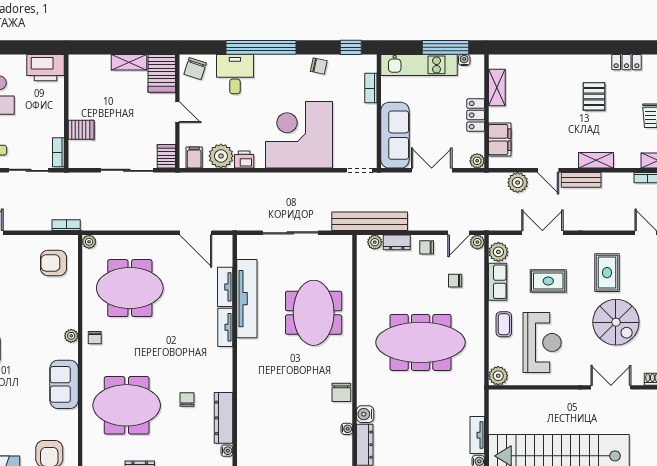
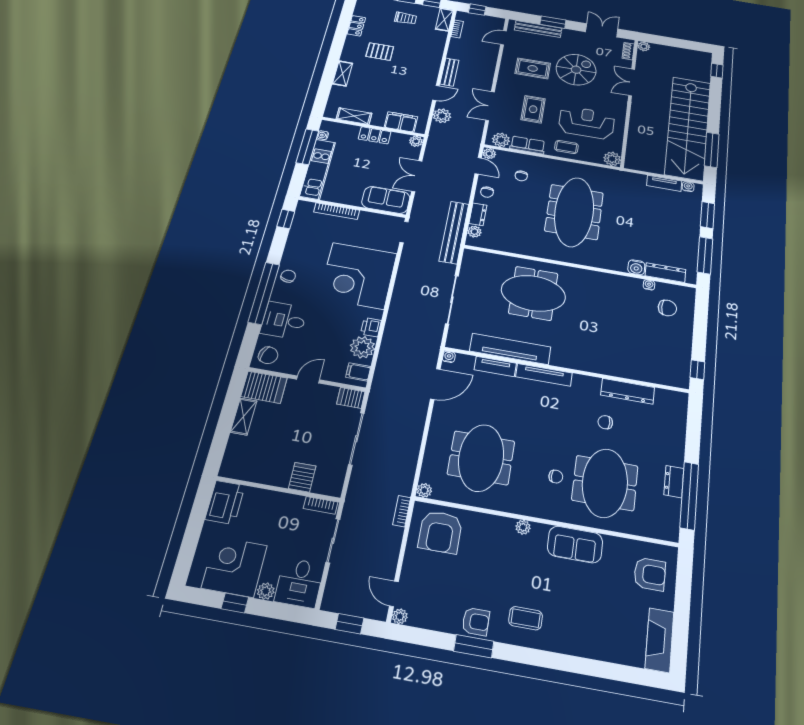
chair: (319, 66) -> (288, 276), moved
bookcase: (371, 88) -> (337, 211), width x1.56
sofa: (395, 135) -> (386, 200), width x0.73
shelving: (596, 160) -> (343, 74), moved
armchair: (54, 263) -> (440, 532), width x1.36, depth x1.36
tv unit: (225, 327) -> (544, 375), width x1.41
chair: (95, 338) -> (556, 477), moved
chair: (341, 392) -> (667, 308), moved
water cooler: (227, 451) -> (449, 357), moved

